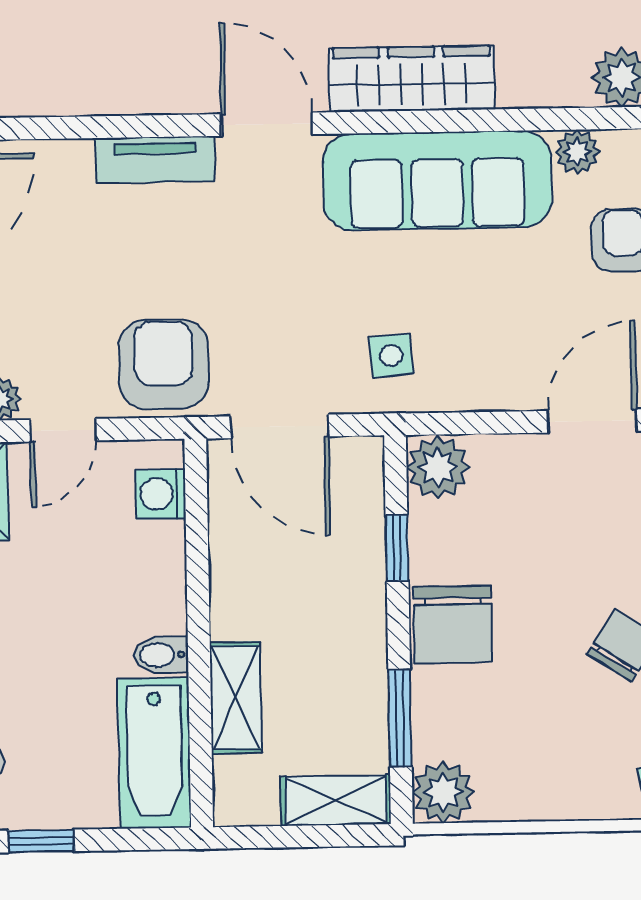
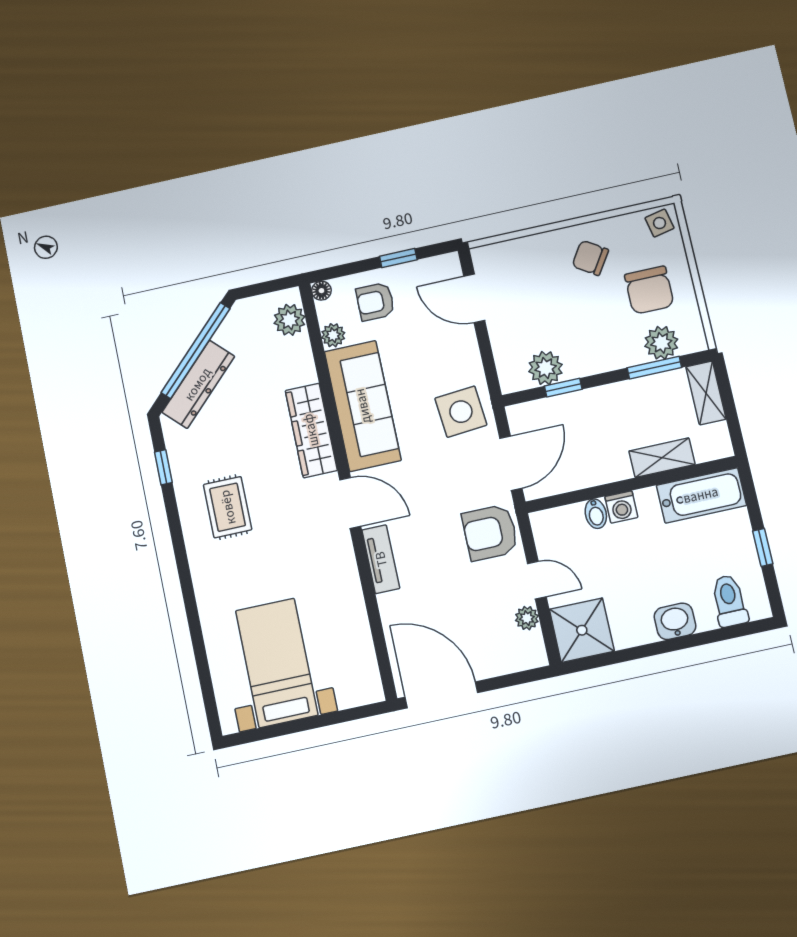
door: (267, 124) -> (350, 503), swing flipped
side table: (391, 356) -> (461, 412), width x1.87, depth x1.87
plant: (438, 467) -> (546, 368), moved
washing machine: (160, 494) -> (621, 507), moved
chair: (453, 624) -> (649, 290), moved, turned 90
bidet: (161, 655) -> (596, 514), moved
plant: (443, 792) -> (661, 343), moved

